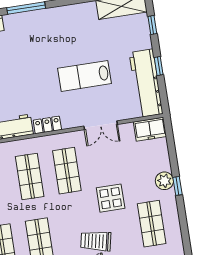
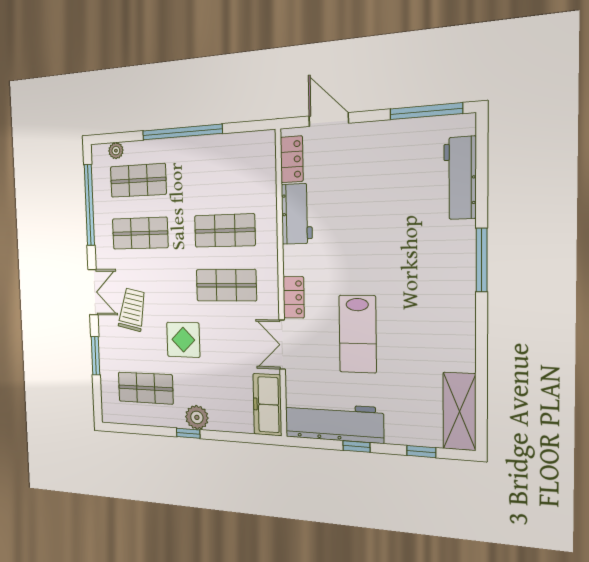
lab bench: (85, 76) -> (358, 334), turned 180
locker: (47, 125) -> (294, 297), moved
freezer: (150, 129) -> (267, 405), width x1.40

